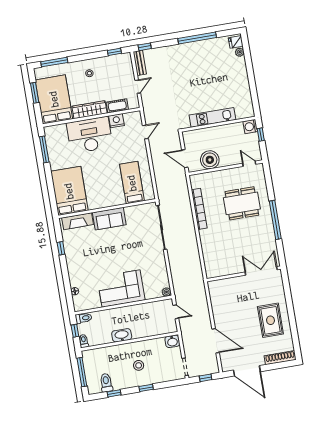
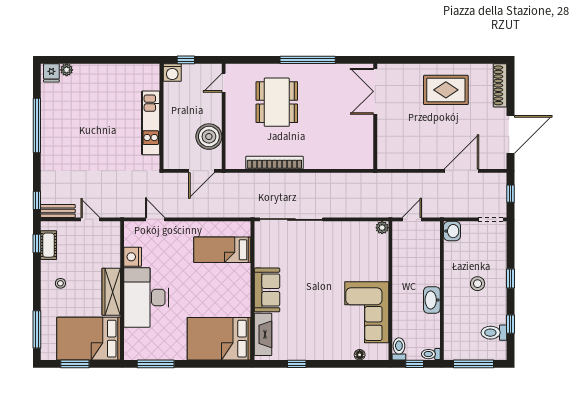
cot: (117, 106) -> (49, 245), moved
corner sofa: (121, 289) -> (367, 312), moved

